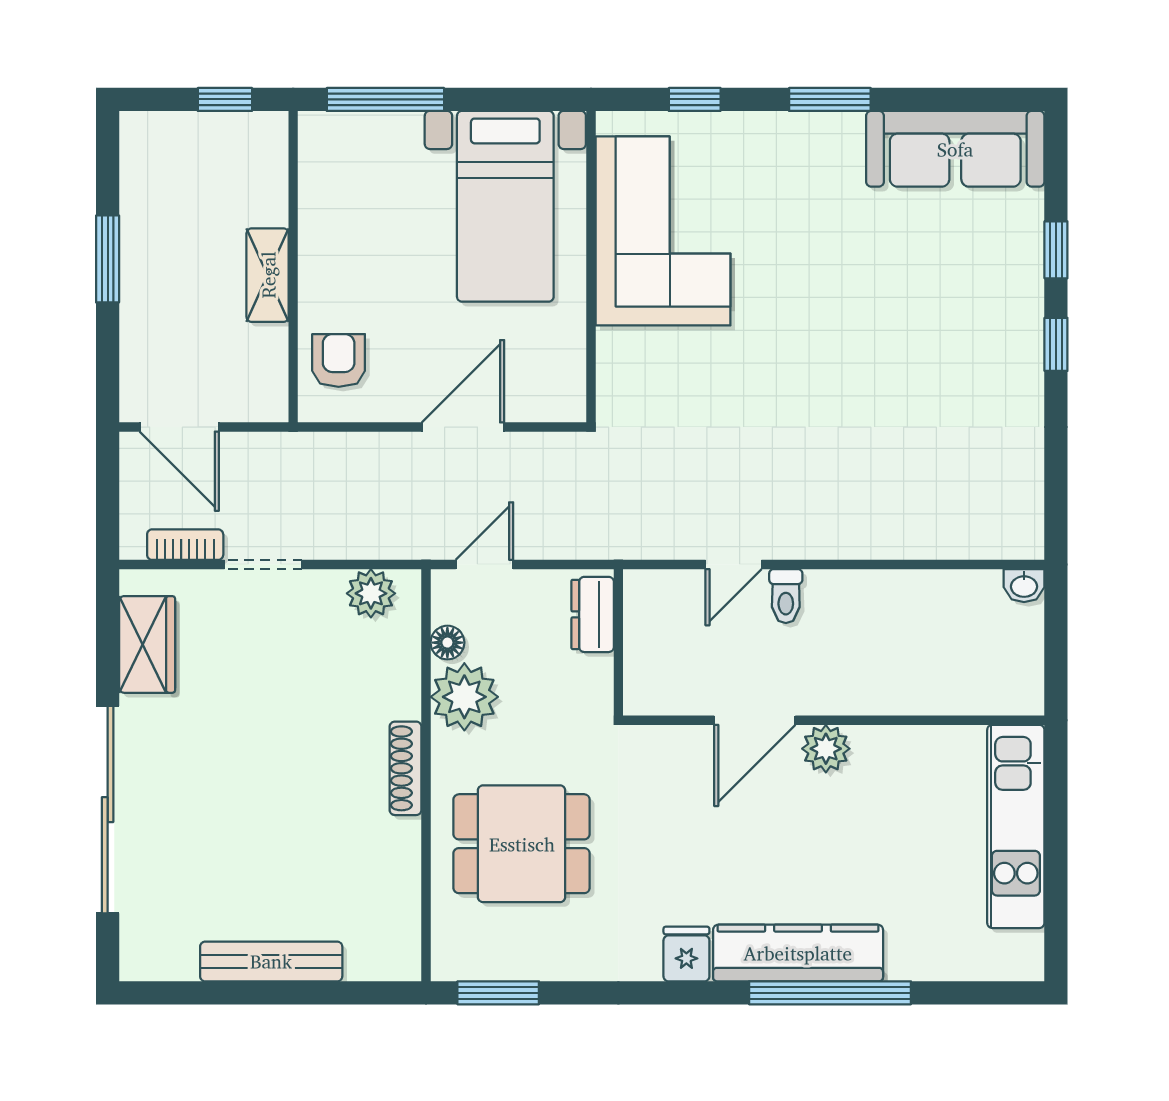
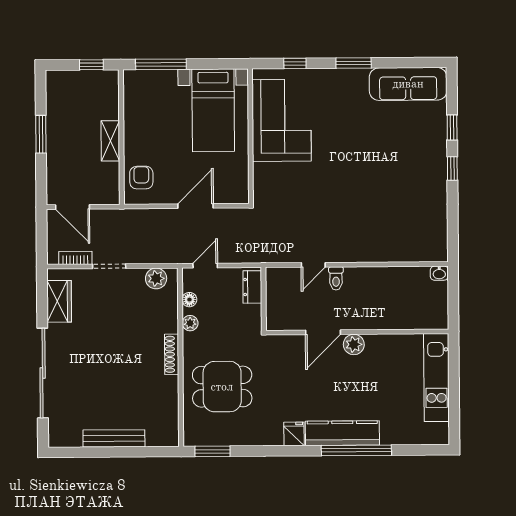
plant: (464, 697) -> (190, 323), width x0.53, depth x0.53

